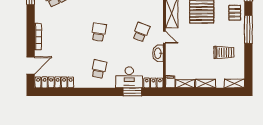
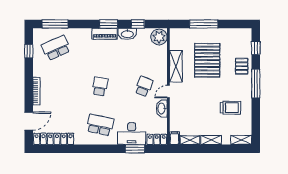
door: (164, 37) -> (168, 92), swing flipped
school desk: (99, 69) -> (100, 125), width x1.85

